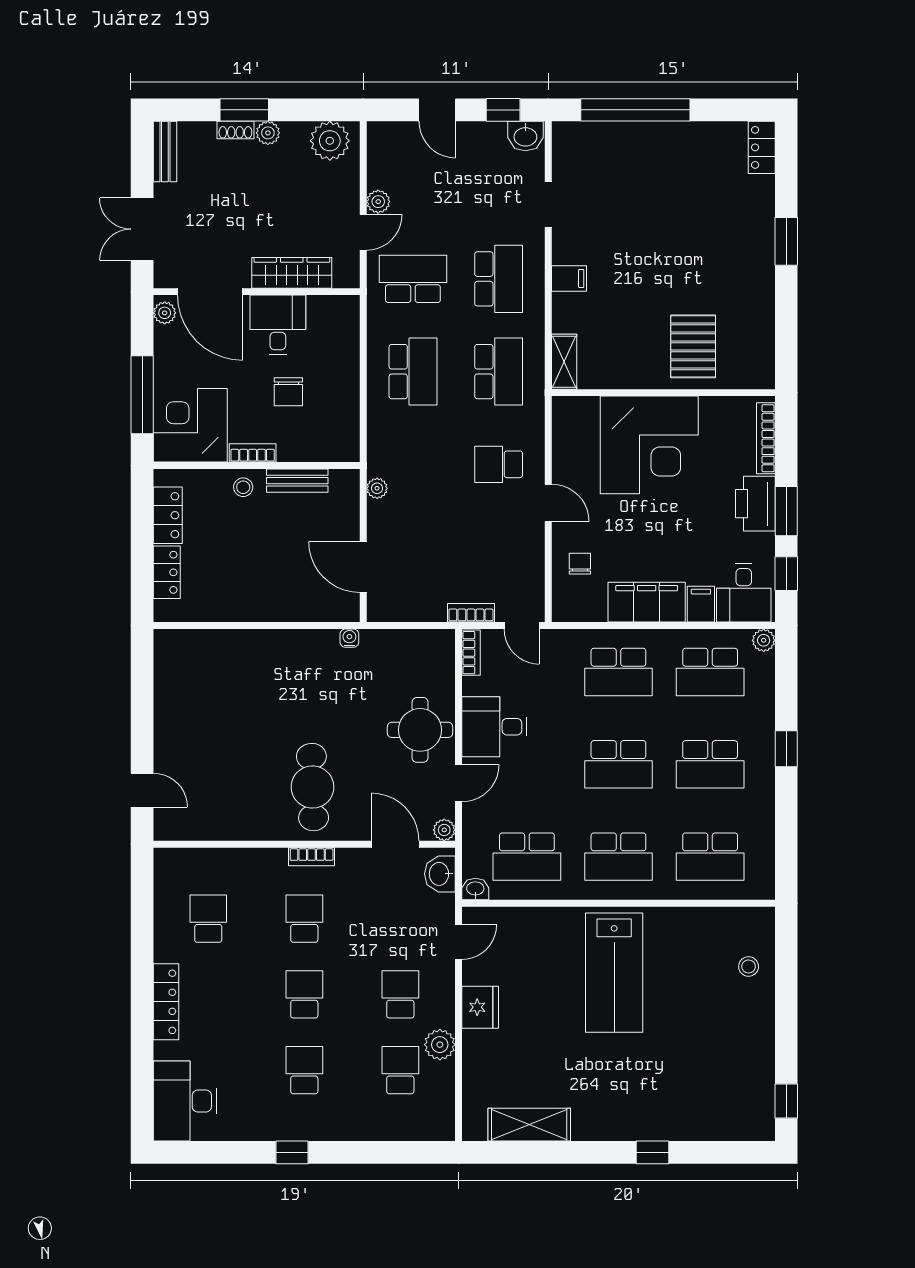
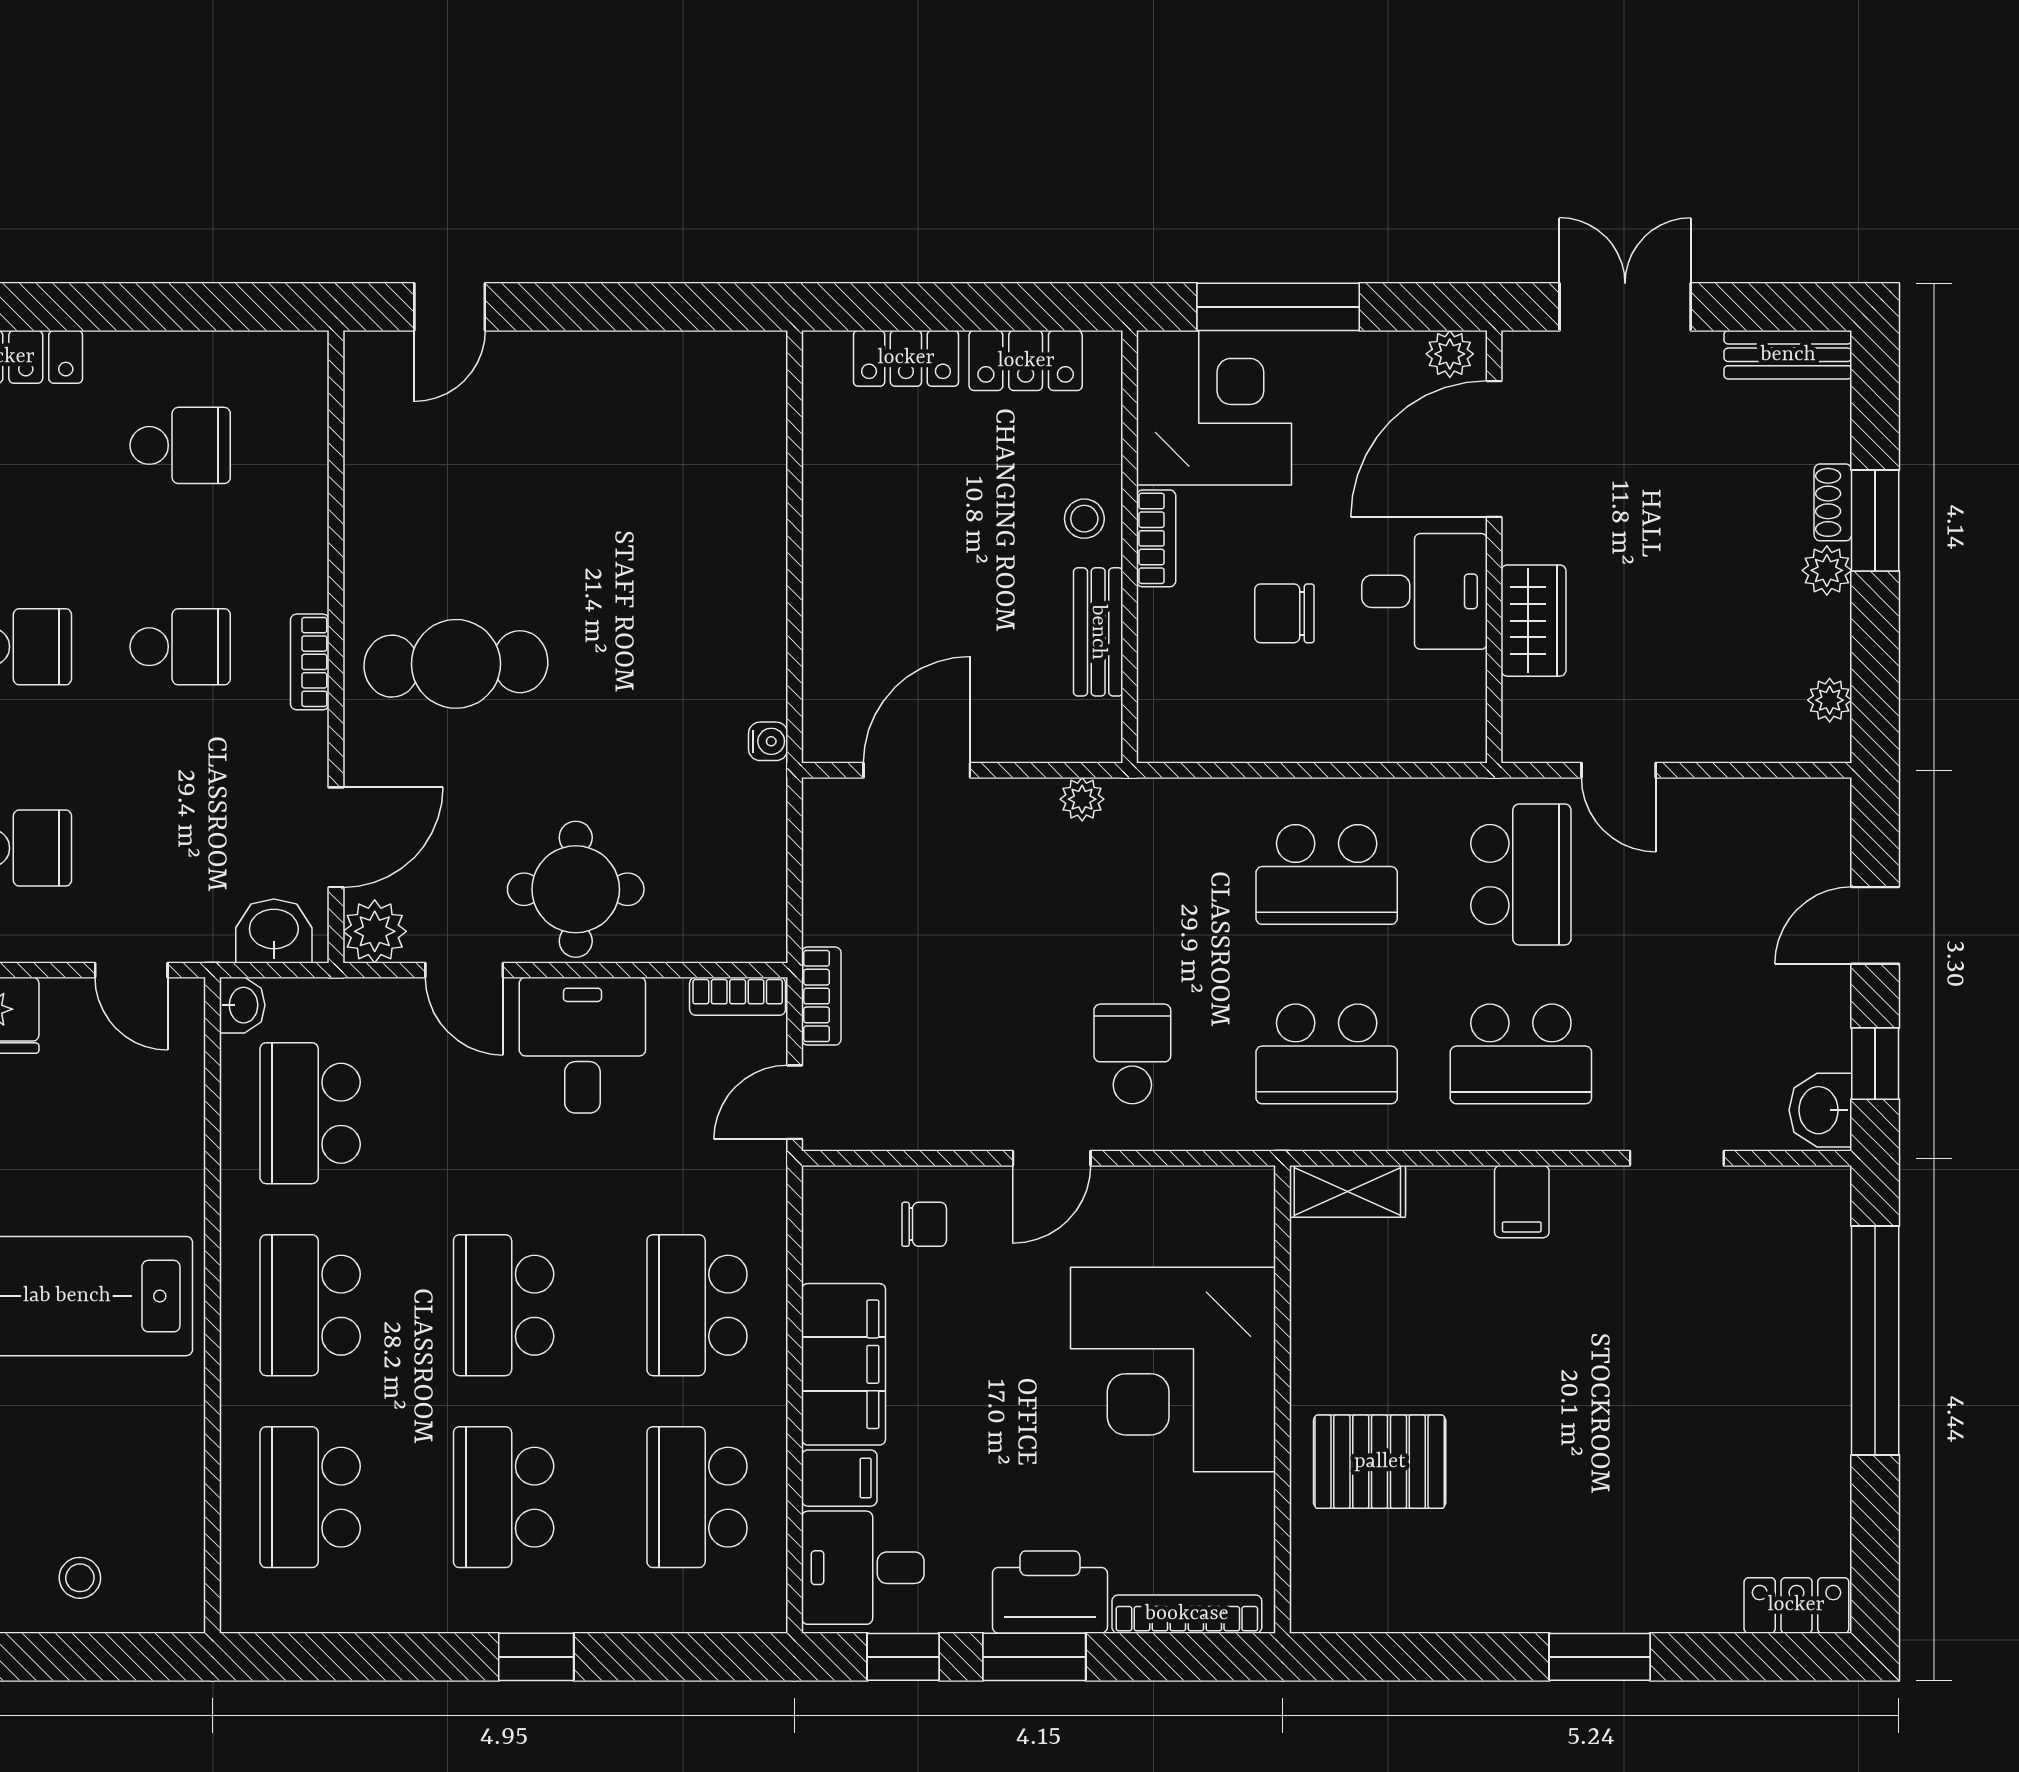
plant: (330, 141) -> (1830, 700), width x0.53, depth x0.53
plant: (378, 202) -> (1683, 802), removed
wardrobe: (292, 273) -> (1534, 621), width x0.67
plant: (764, 640) -> (764, 1609), removed
plant: (444, 830) -> (375, 931), width x1.38, depth x1.38

